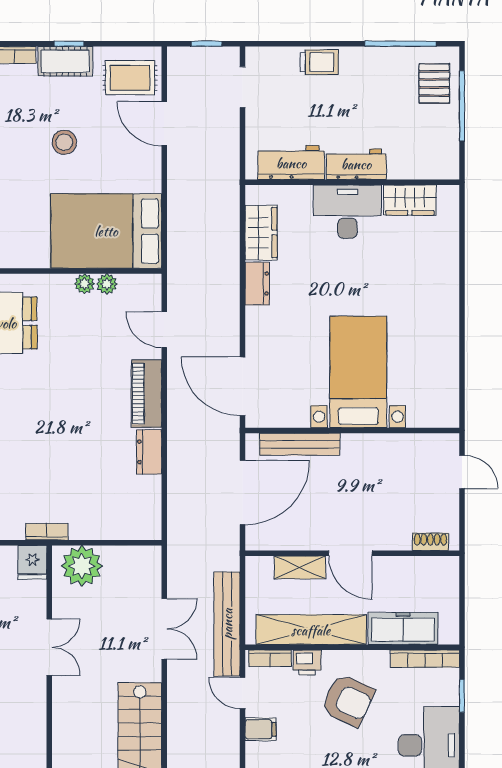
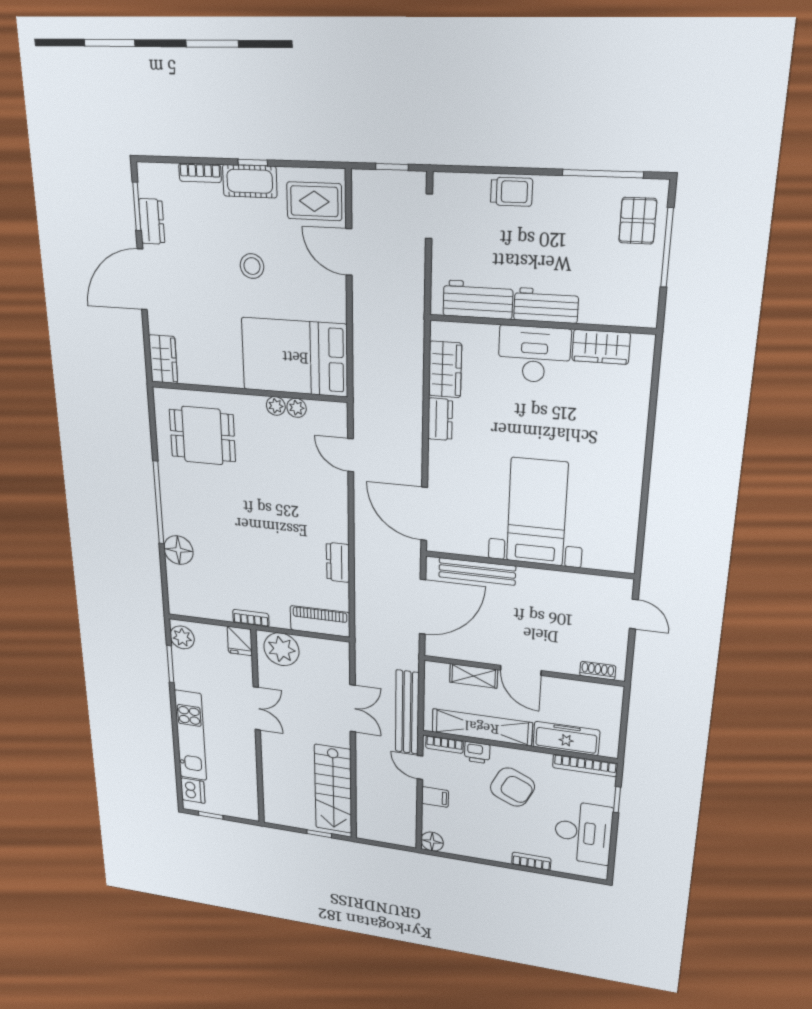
piano: (146, 394) -> (320, 621), moved, turned 90

